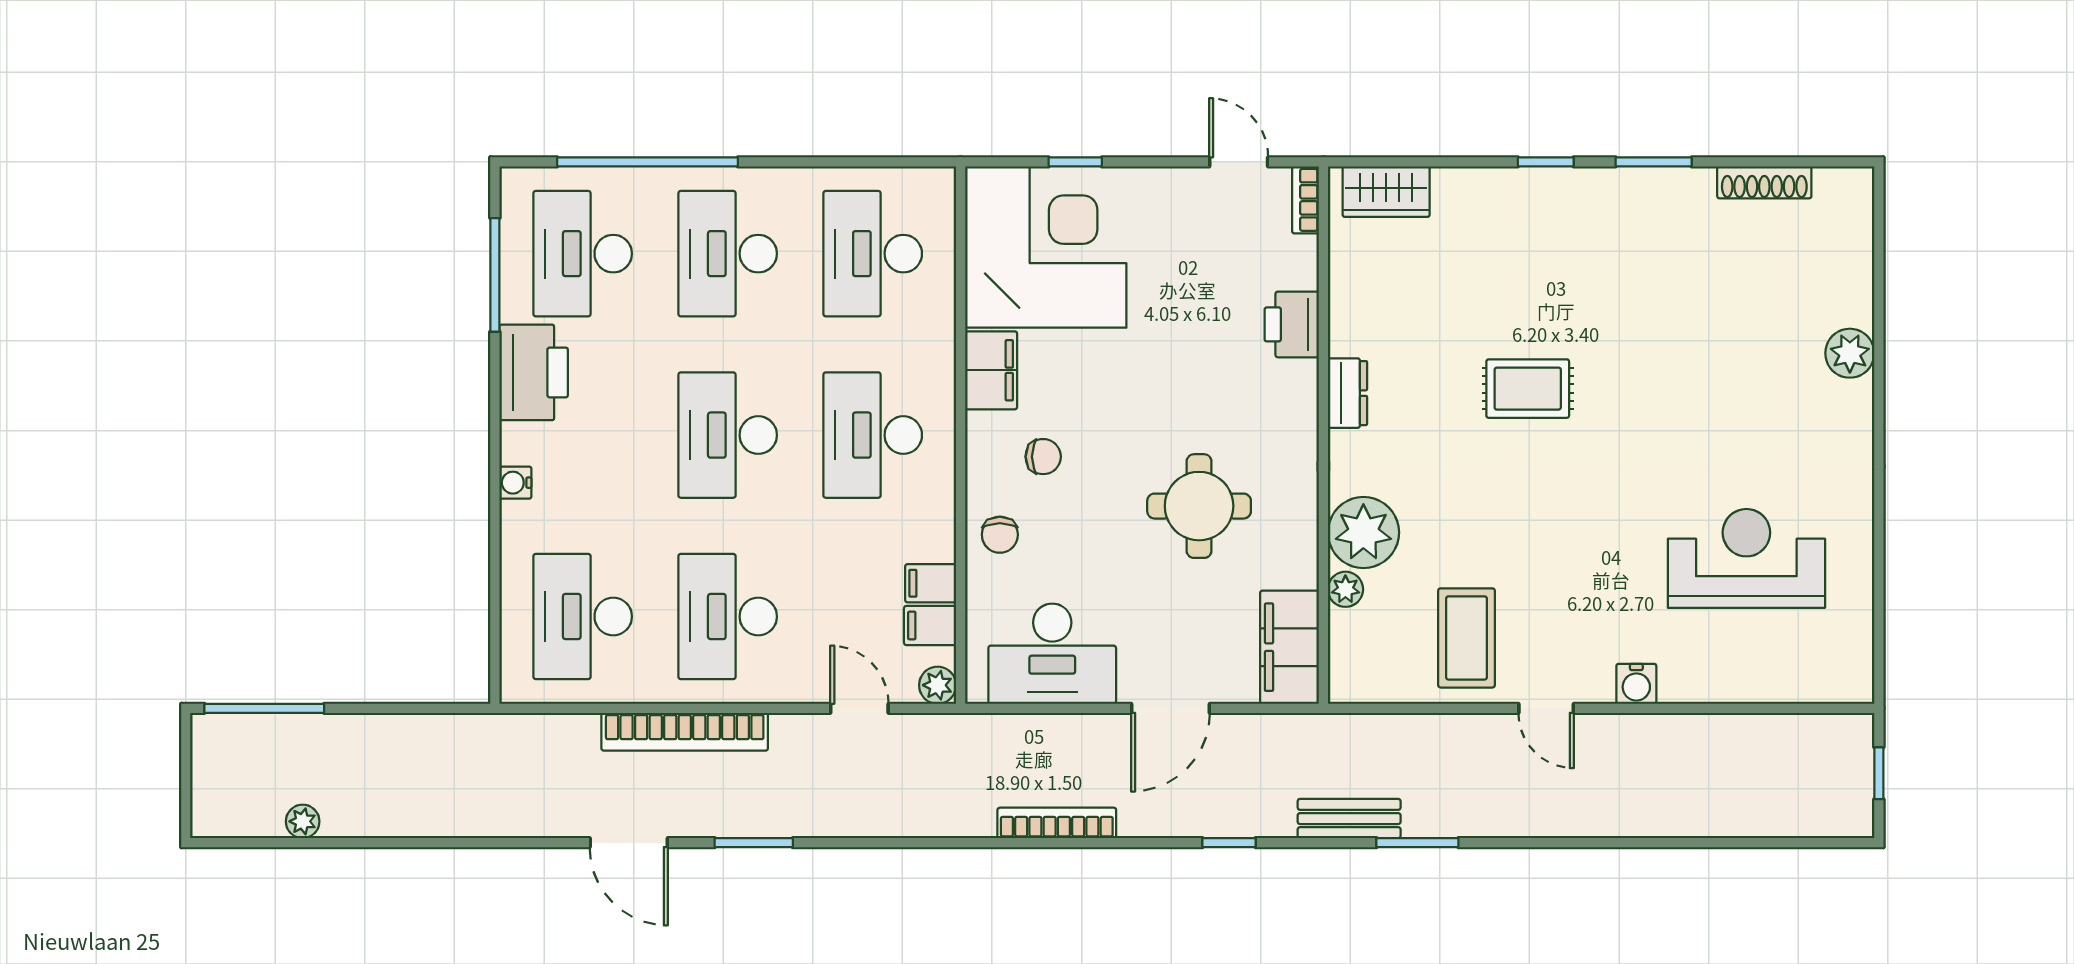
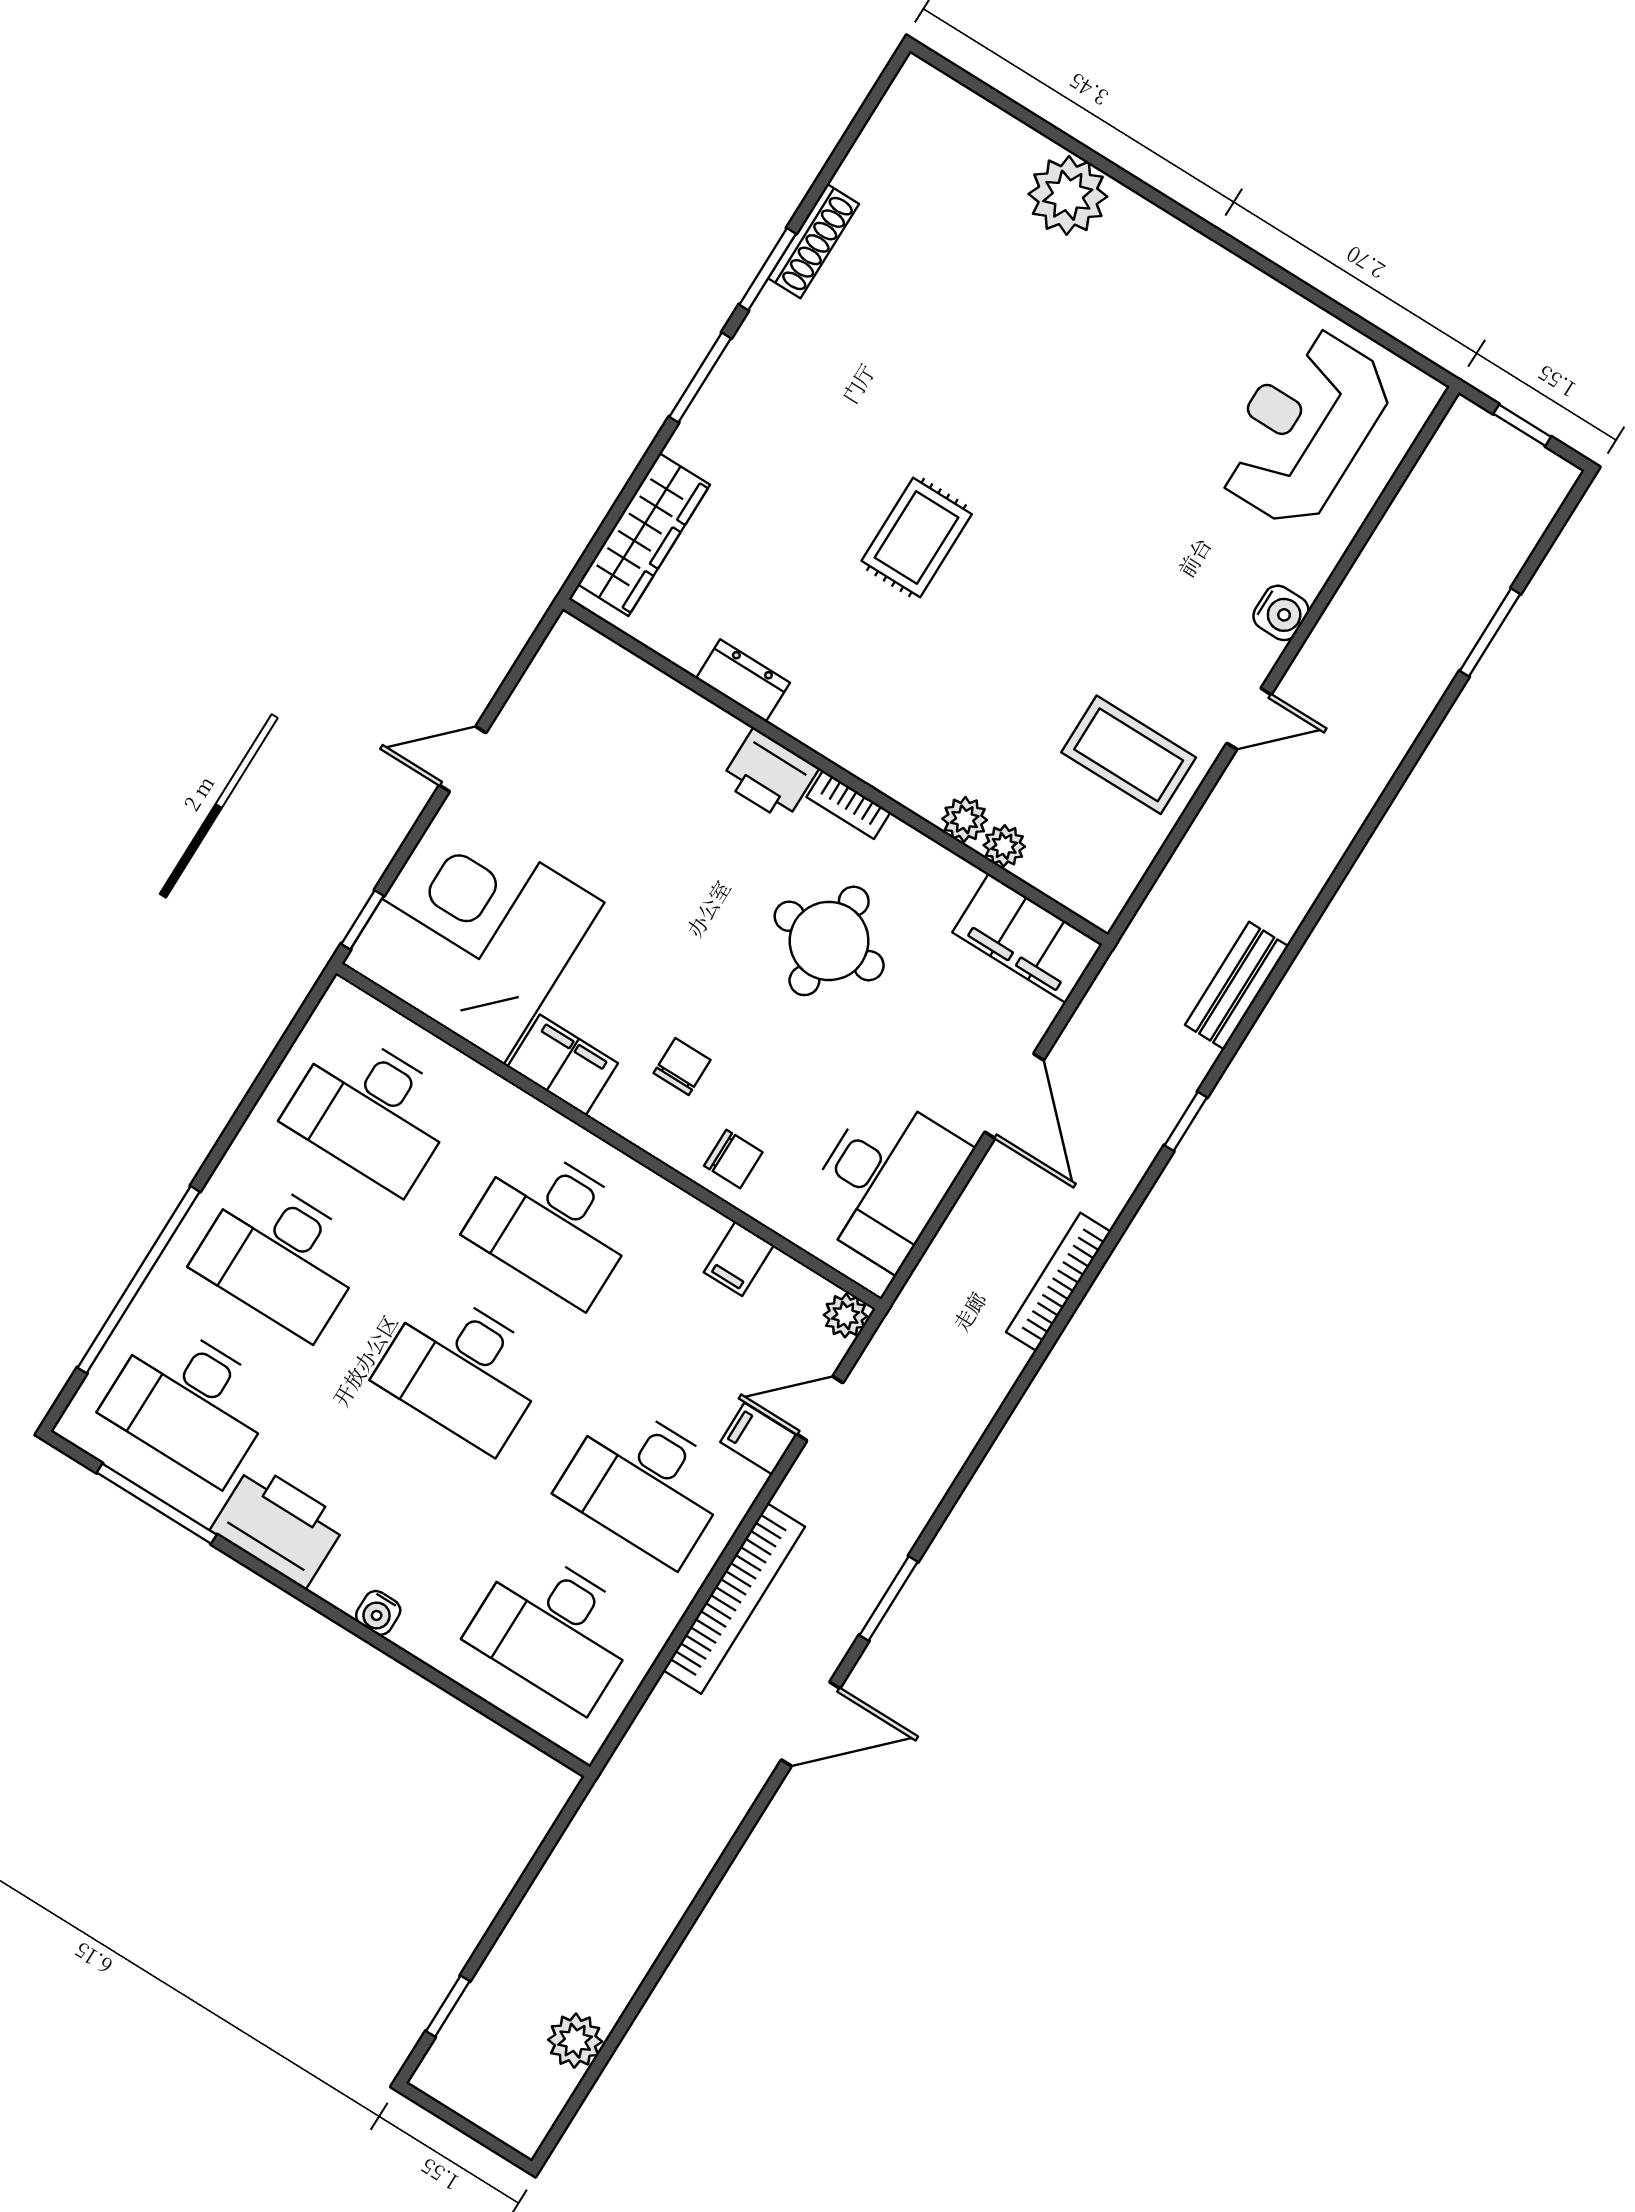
window: (1075, 162) -> (363, 920), moved
door: (1239, 162) -> (463, 759), moved
window: (1546, 162) -> (700, 378), width x1.50
shoe rack: (1764, 182) -> (814, 241), moved
wardrobe: (1386, 192) -> (644, 535), width x1.50
bookcase: (1305, 200) -> (848, 805), moved
printer: (1292, 324) -> (770, 775), moved
plant: (1850, 353) -> (1068, 195), width x1.36, depth x1.36
dresser: (1347, 393) -> (743, 681), moved
plant: (1363, 533) -> (965, 819), width x0.53, depth x0.53
reception desk: (1746, 558) -> (1303, 427), moved
filing cabinet: (930, 625) -> (758, 1439), moved, turned 90
window: (264, 708) -> (448, 2006), width x0.46
plant: (303, 821) -> (575, 2041), width x1.38, depth x1.38
window: (1417, 843) -> (1490, 632), moved

